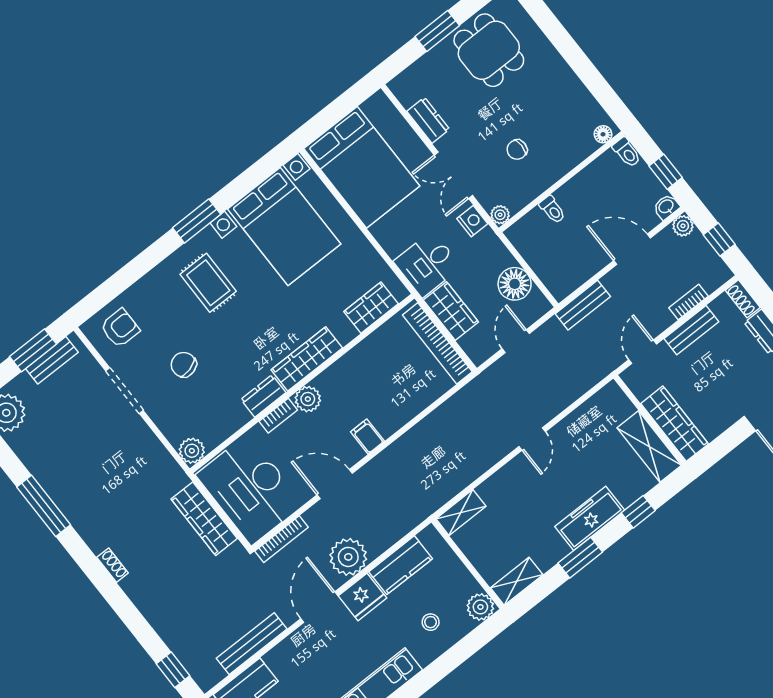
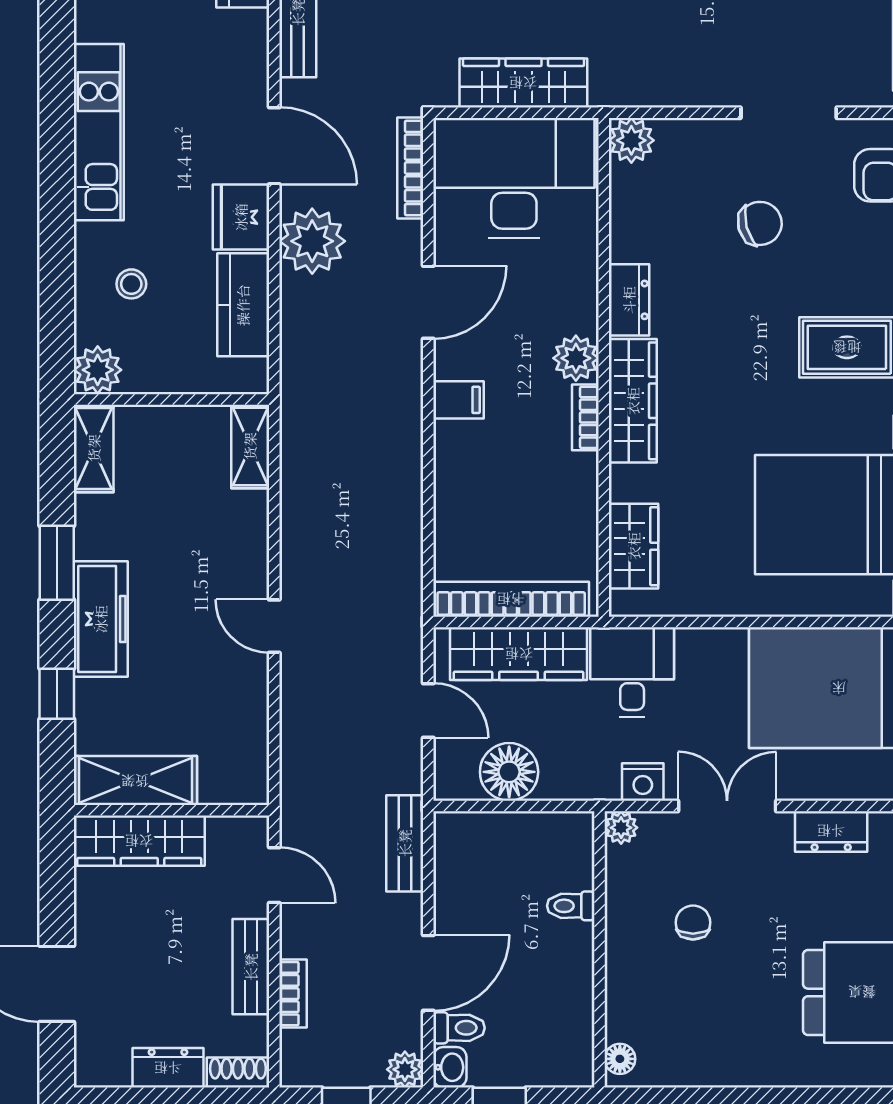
toilet: (627, 152) -> (459, 1028), moved, turned 180
wardrobe: (451, 311) -> (519, 654), width x1.50
bookcase: (278, 416) -> (585, 417), moved

